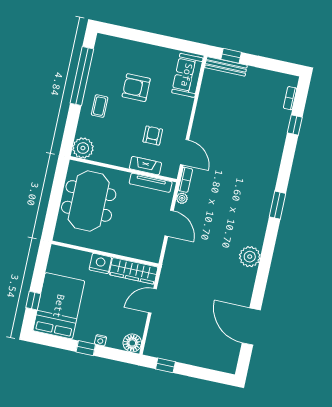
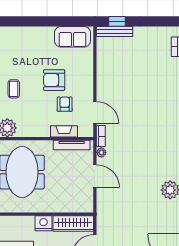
sofa: (187, 75) -> (73, 37), moved, turned -90
armchair: (136, 88) -> (54, 80), moved

